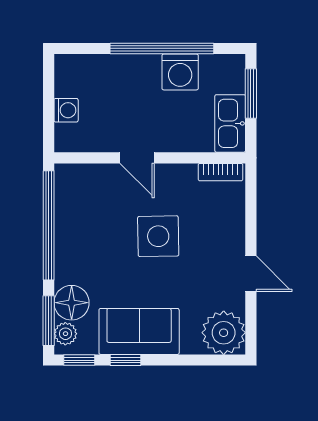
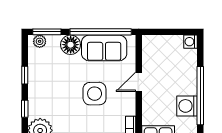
washing machine: (66, 110) -> (191, 42), moved, turned 90
floor lamp: (72, 303) -> (71, 45), moved
sofa: (139, 331) -> (104, 48), moved, turned 90
window: (79, 360) -> (25, 109), moved

